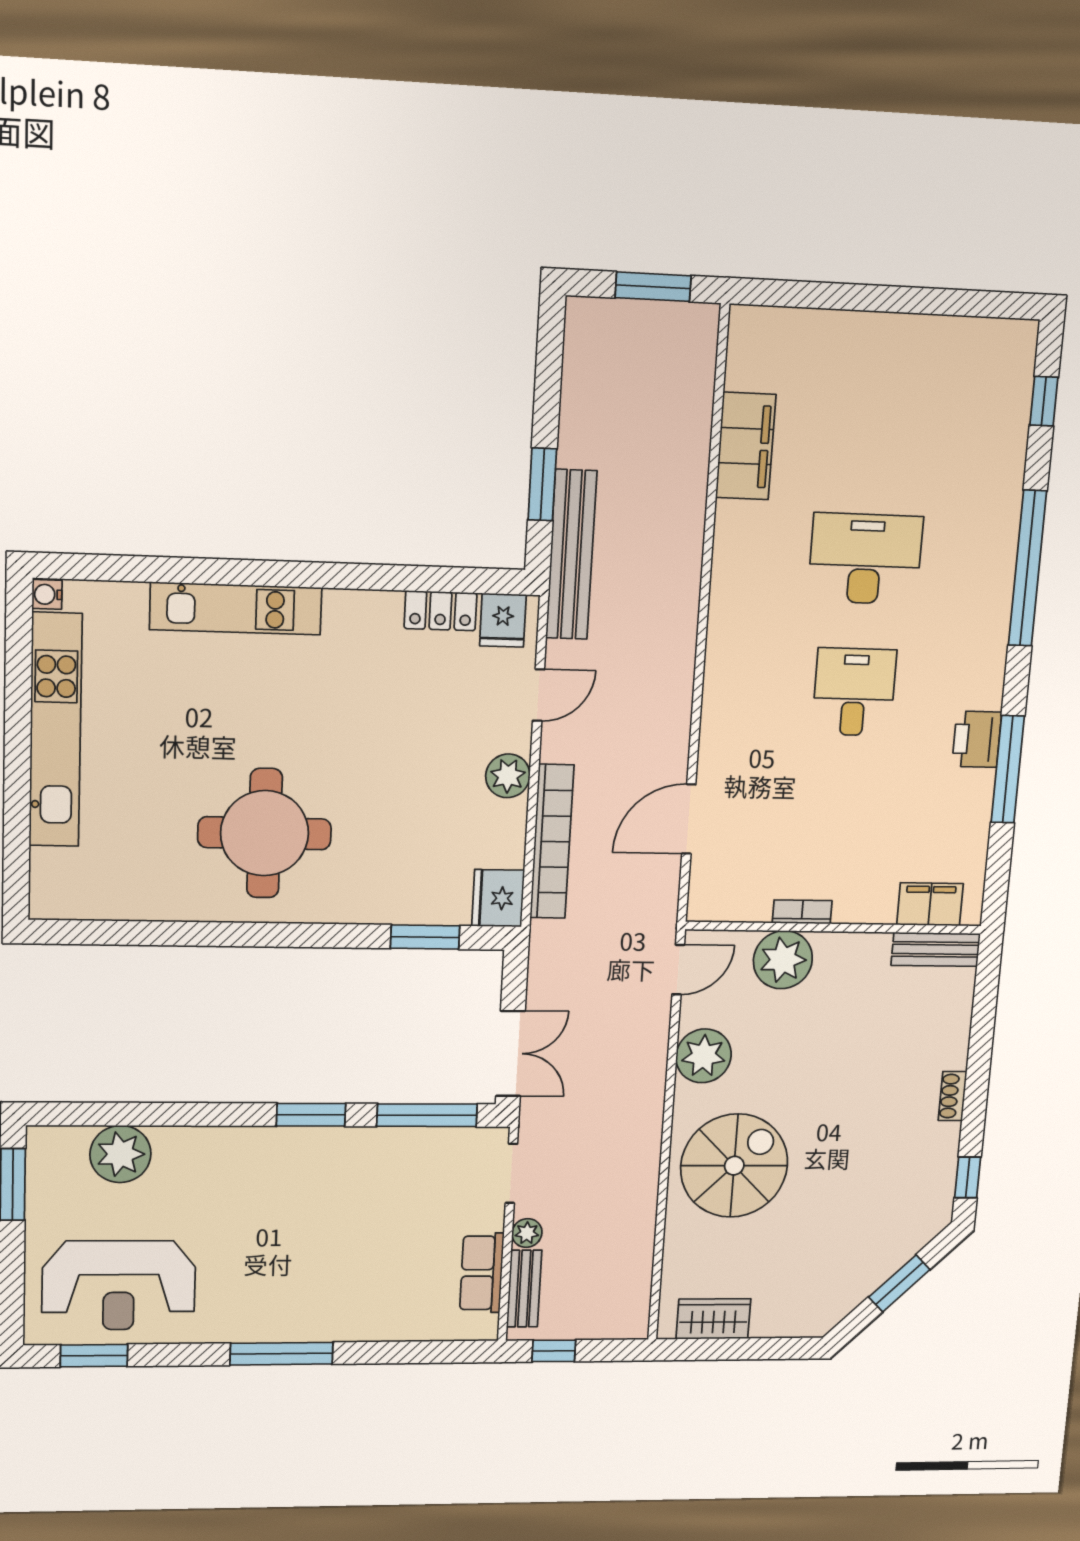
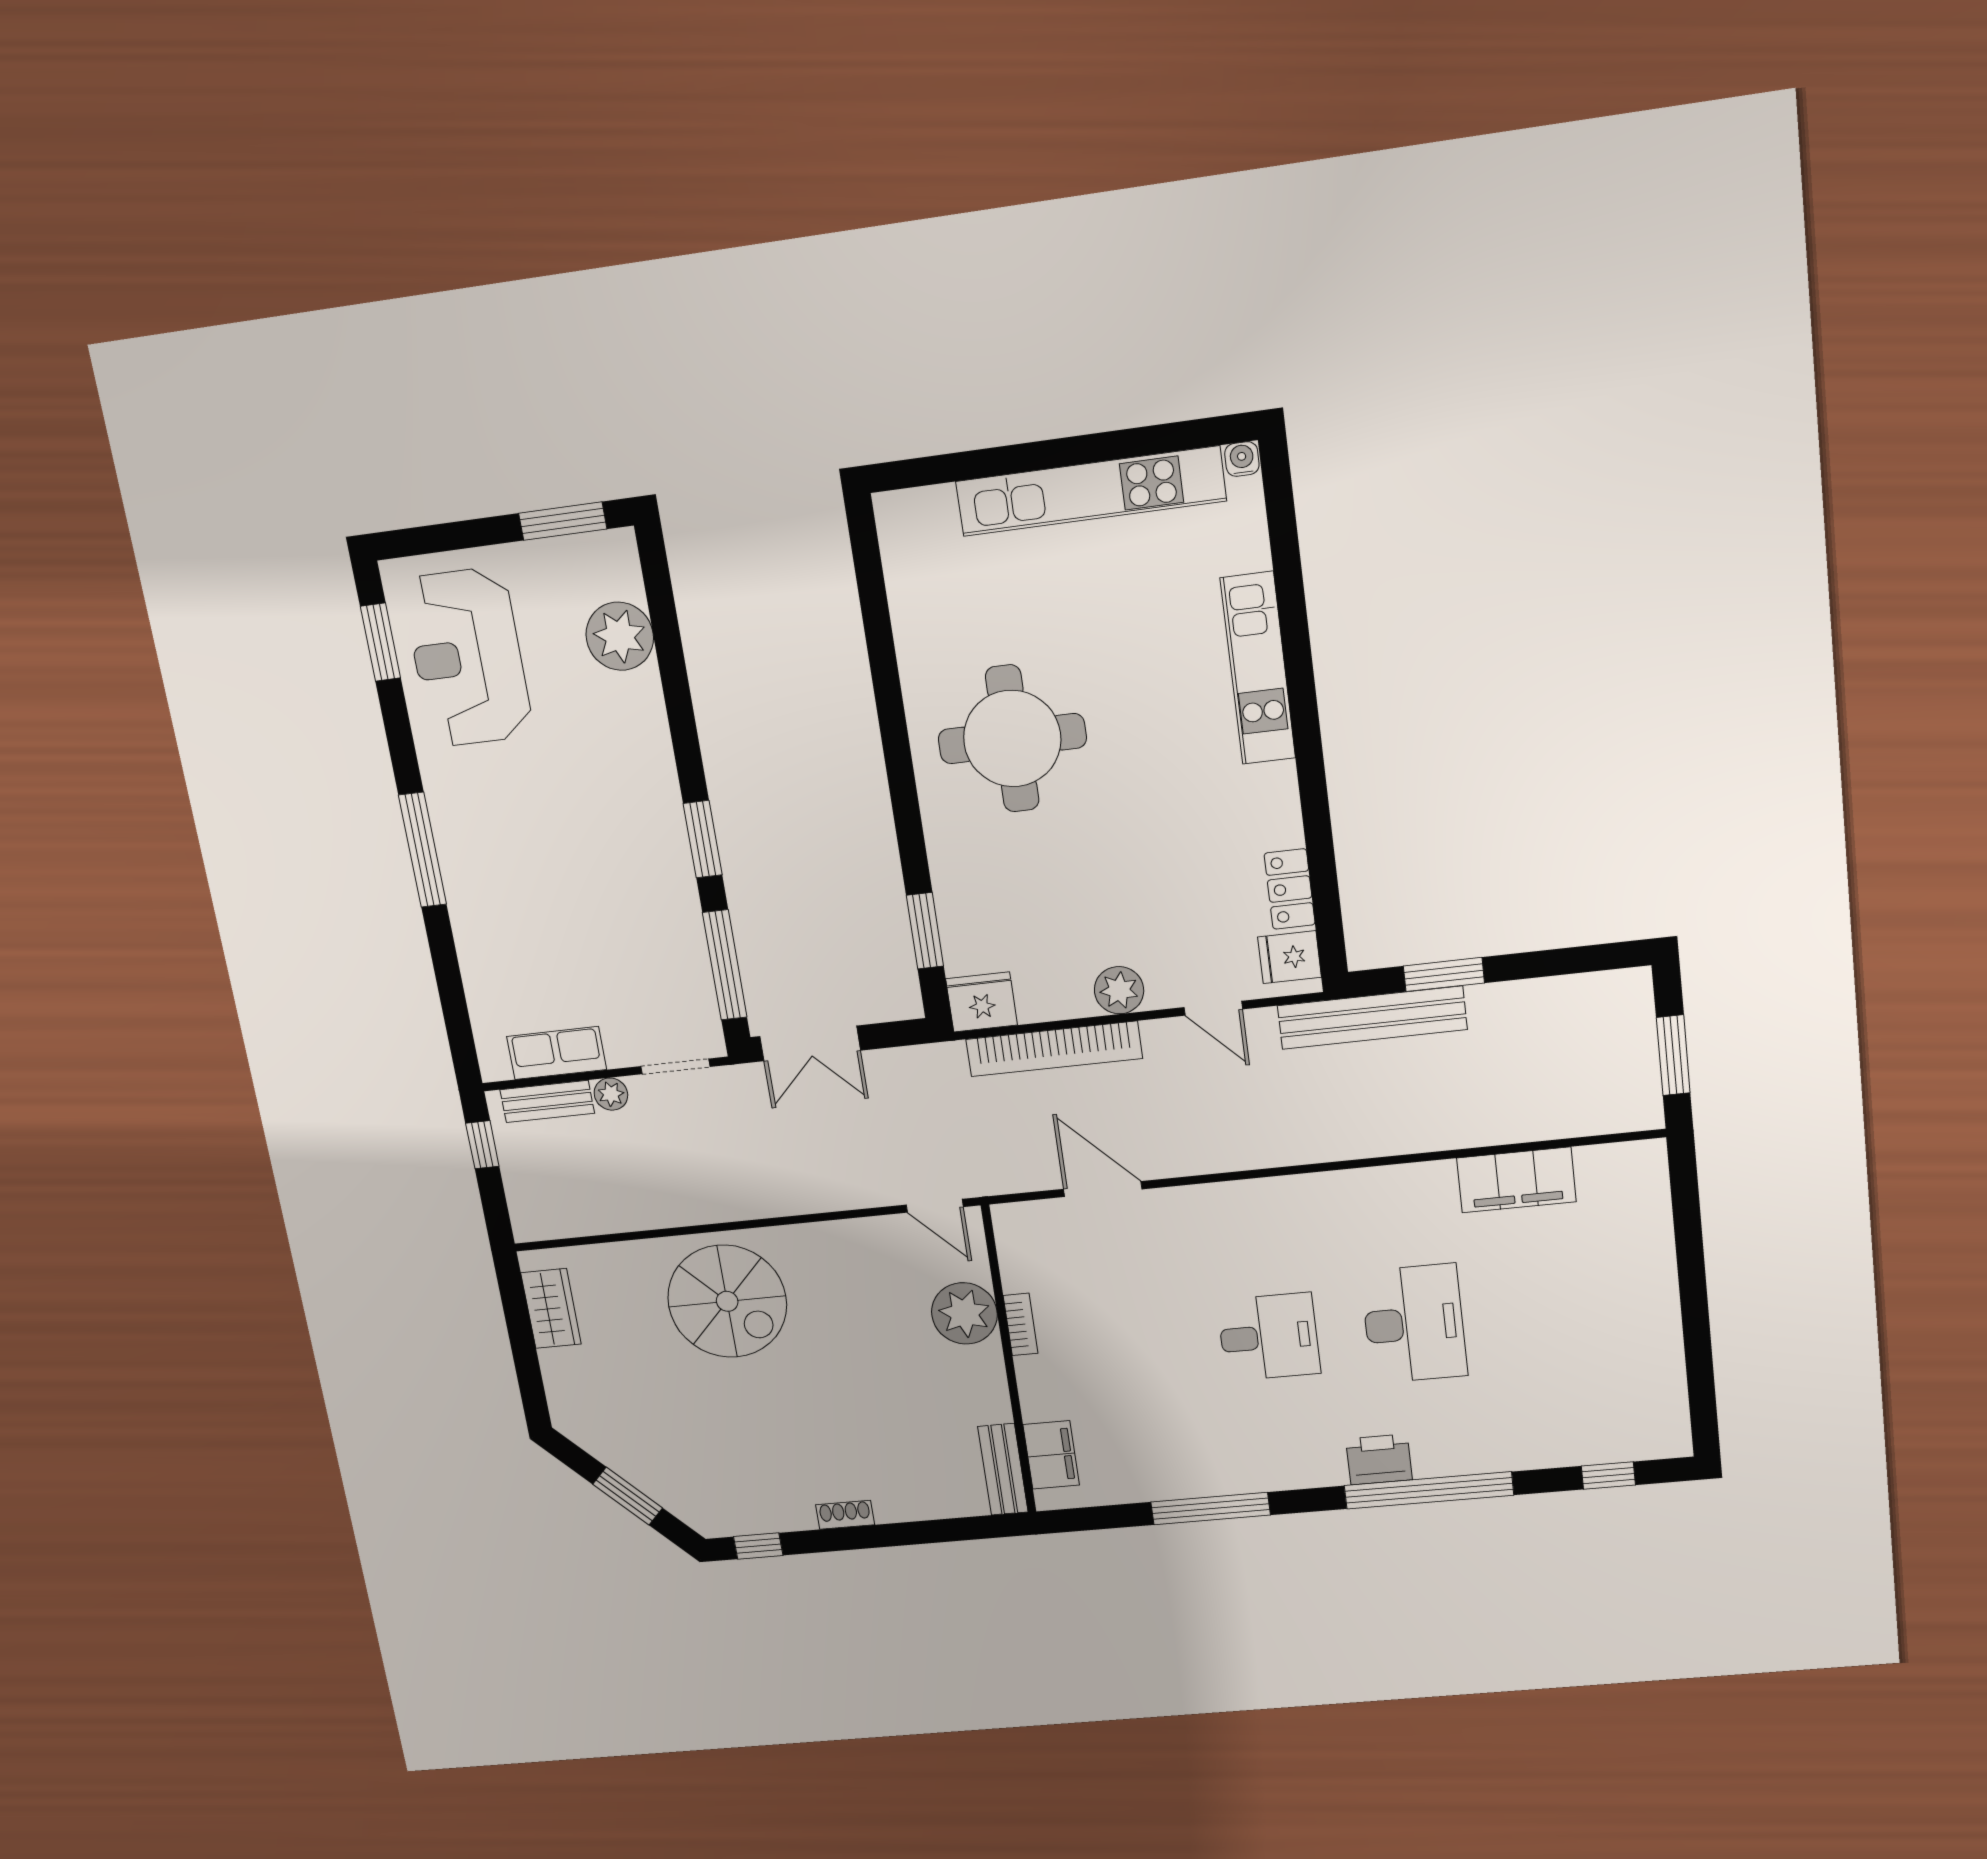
printer: (977, 739) -> (1379, 1459), moved
plant: (704, 1056) -> (844, 1248), removed

